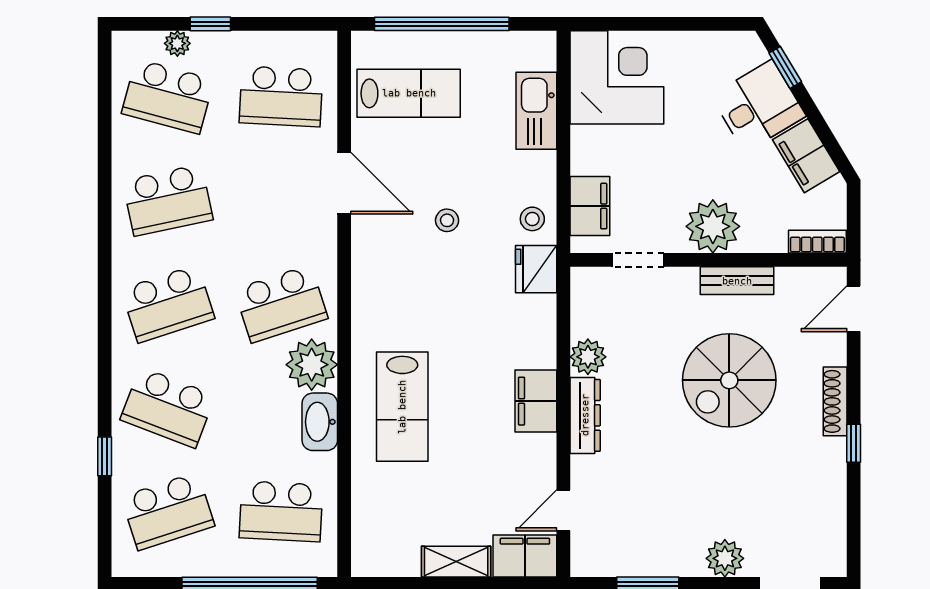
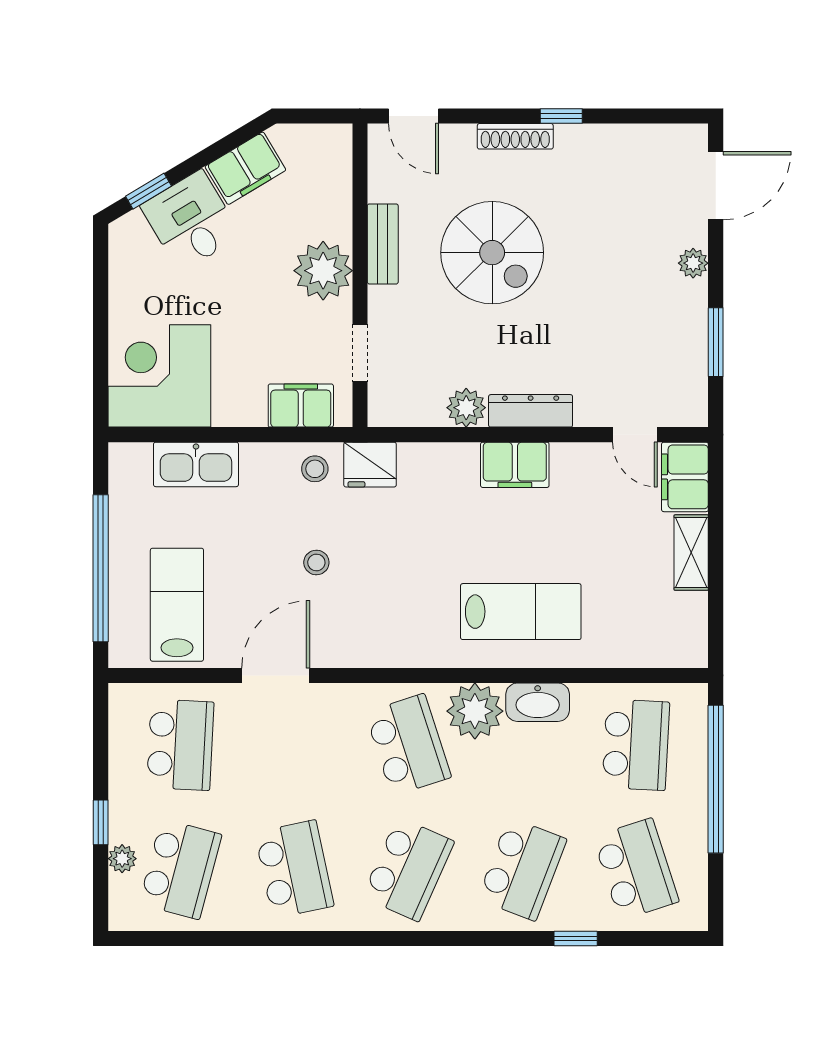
bookcase: (817, 242) -> (340, 156), removed
school desk: (168, 304) -> (408, 869), turned 42
plant: (725, 558) -> (693, 263), width x0.73, depth x0.73

